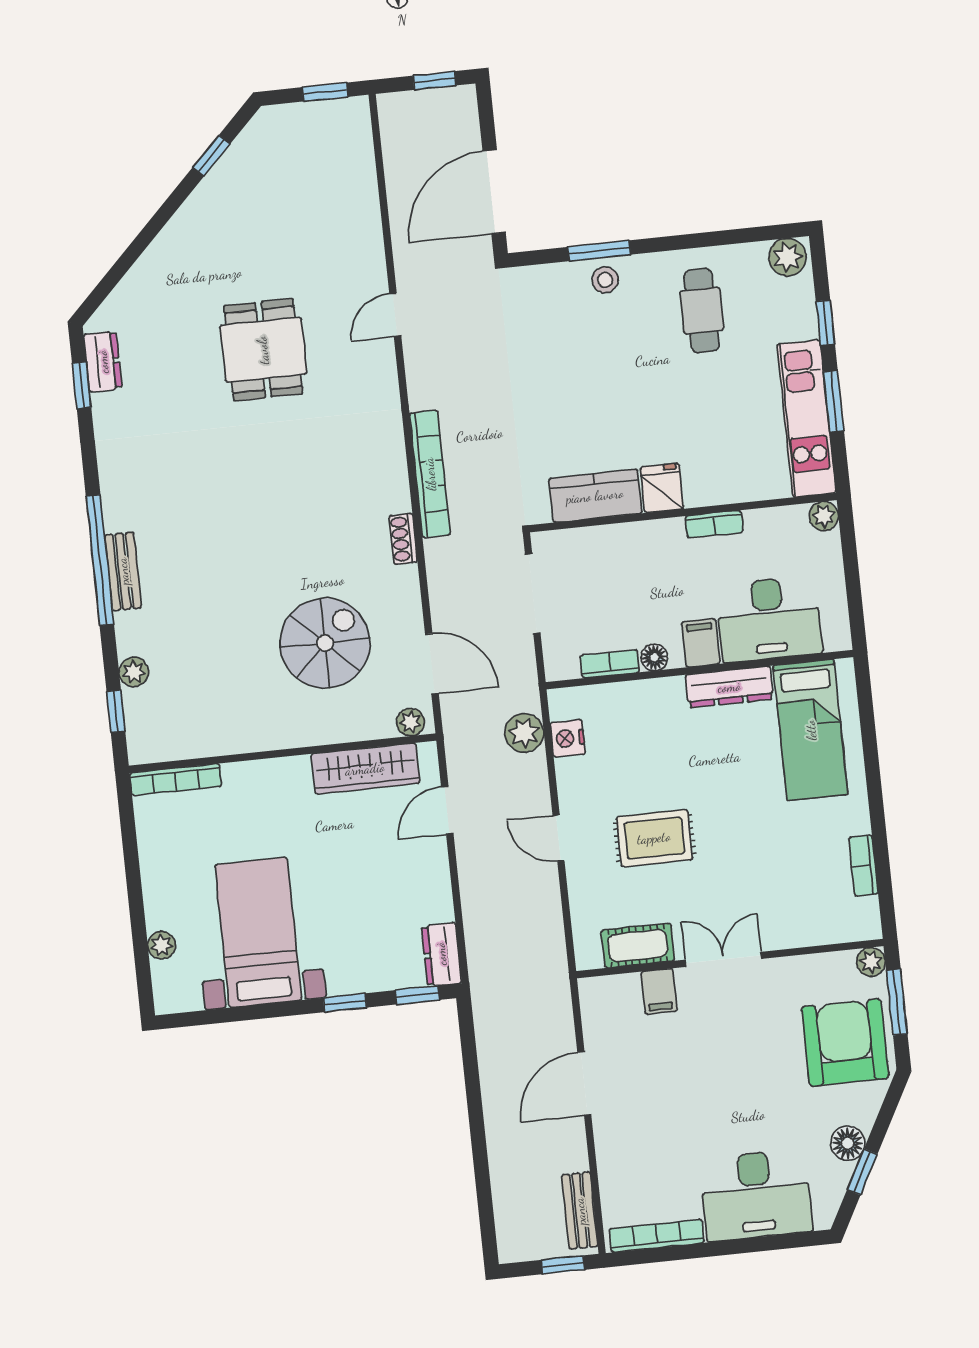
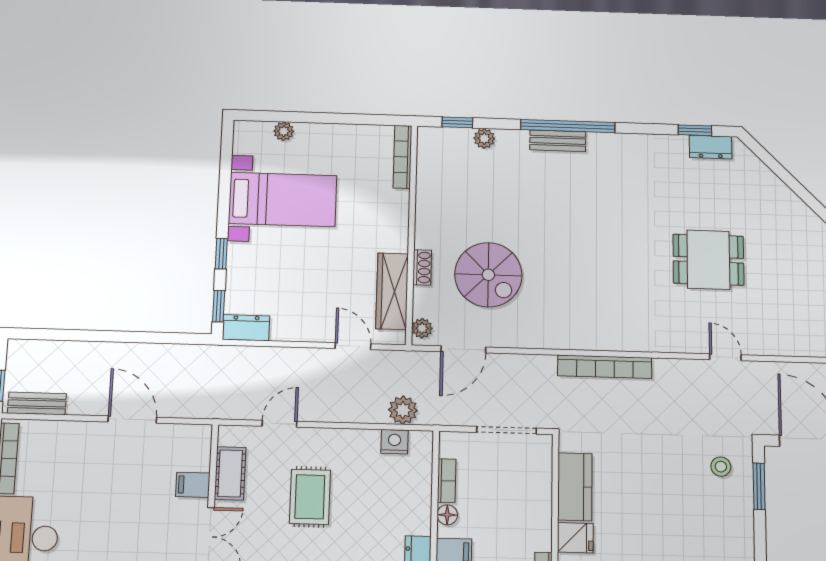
window: (599, 251) -> (759, 486), moved
stool: (605, 280) -> (721, 467), moved
shoe rack: (403, 539) -> (422, 267), moved, turned 90
door: (558, 838) -> (280, 424), moved

